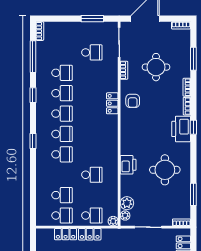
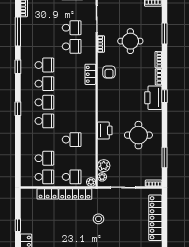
school desk: (62, 73) -> (72, 46), moved
locker: (90, 234) -> (75, 194), width x1.53

